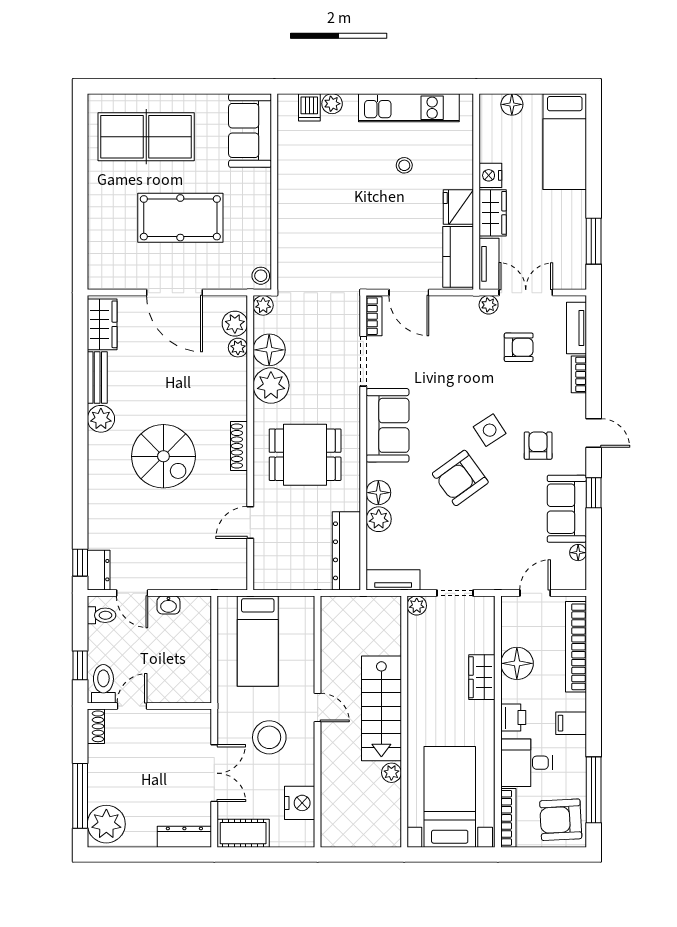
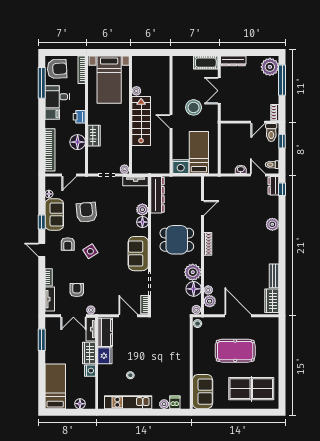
armchair: (519, 347) -> (77, 290), turned 90
plant: (101, 419) -> (272, 224), moved
spiral stairs: (163, 456) -> (243, 239), removed
armchair: (460, 478) -> (86, 212), moved, turned -59
desk: (527, 763) -> (57, 97), moved, turned 180
nightstand: (300, 803) -> (181, 167), moved, turned -90

